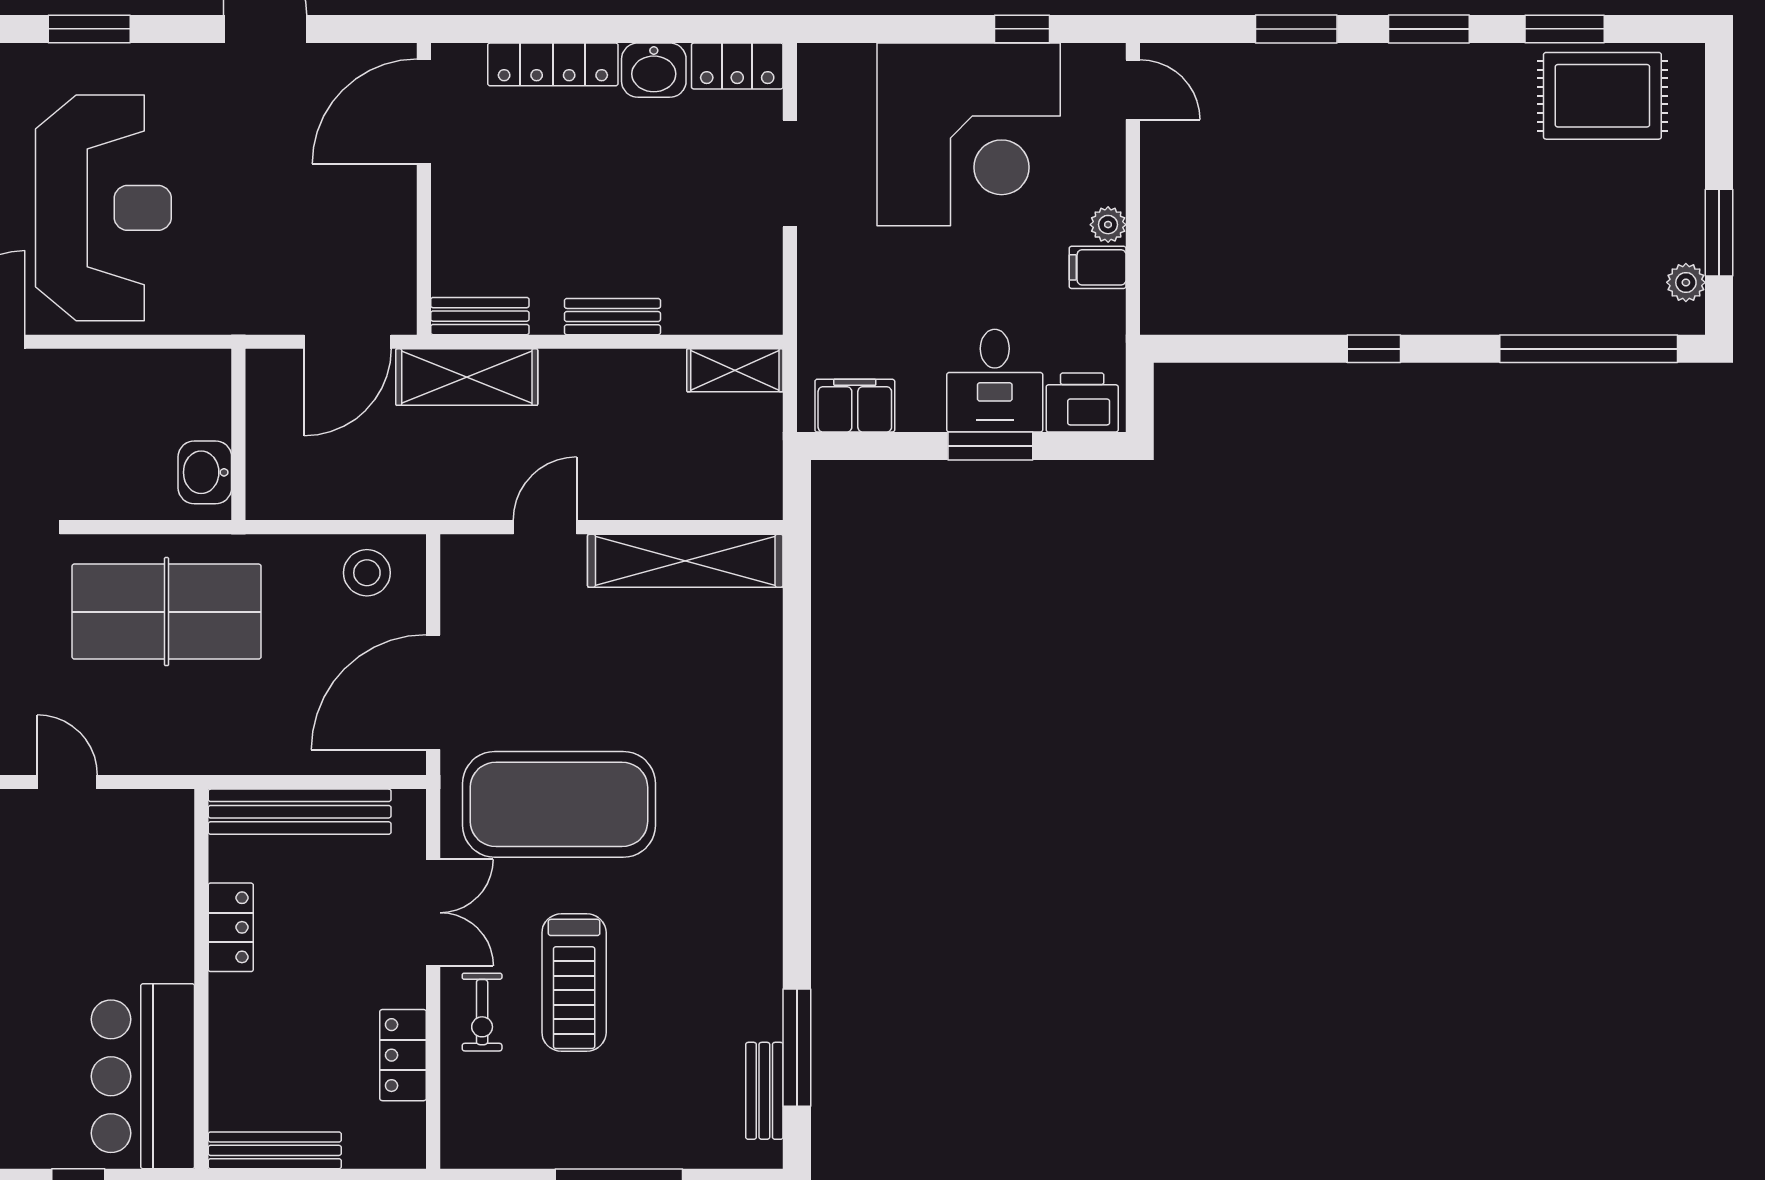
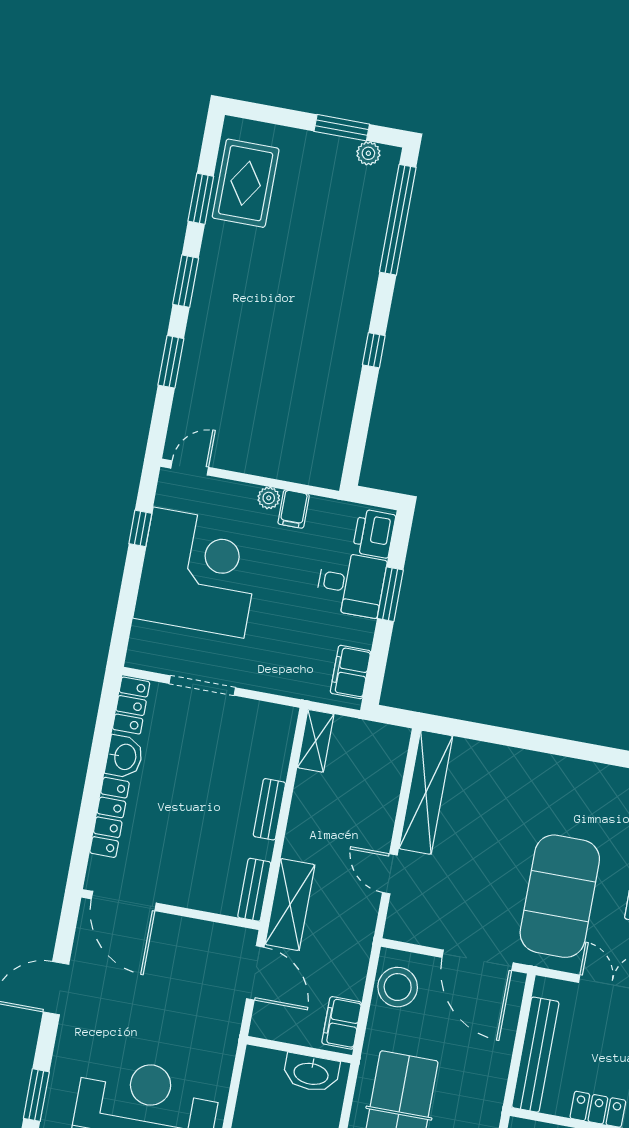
washbasin: (205, 472) -> (311, 1073), width x1.38
filing cabinet: (293, 494) -> (342, 1023), added
stool: (367, 573) -> (398, 987), width x1.38, depth x1.38

